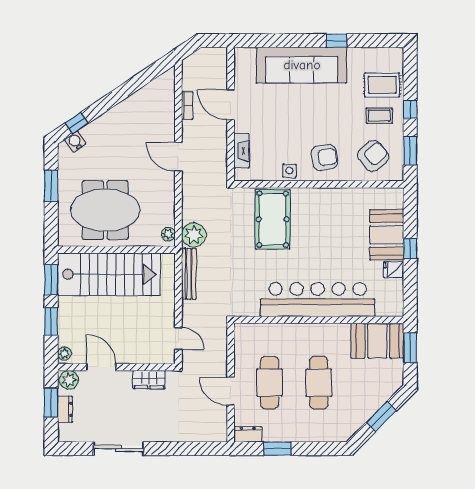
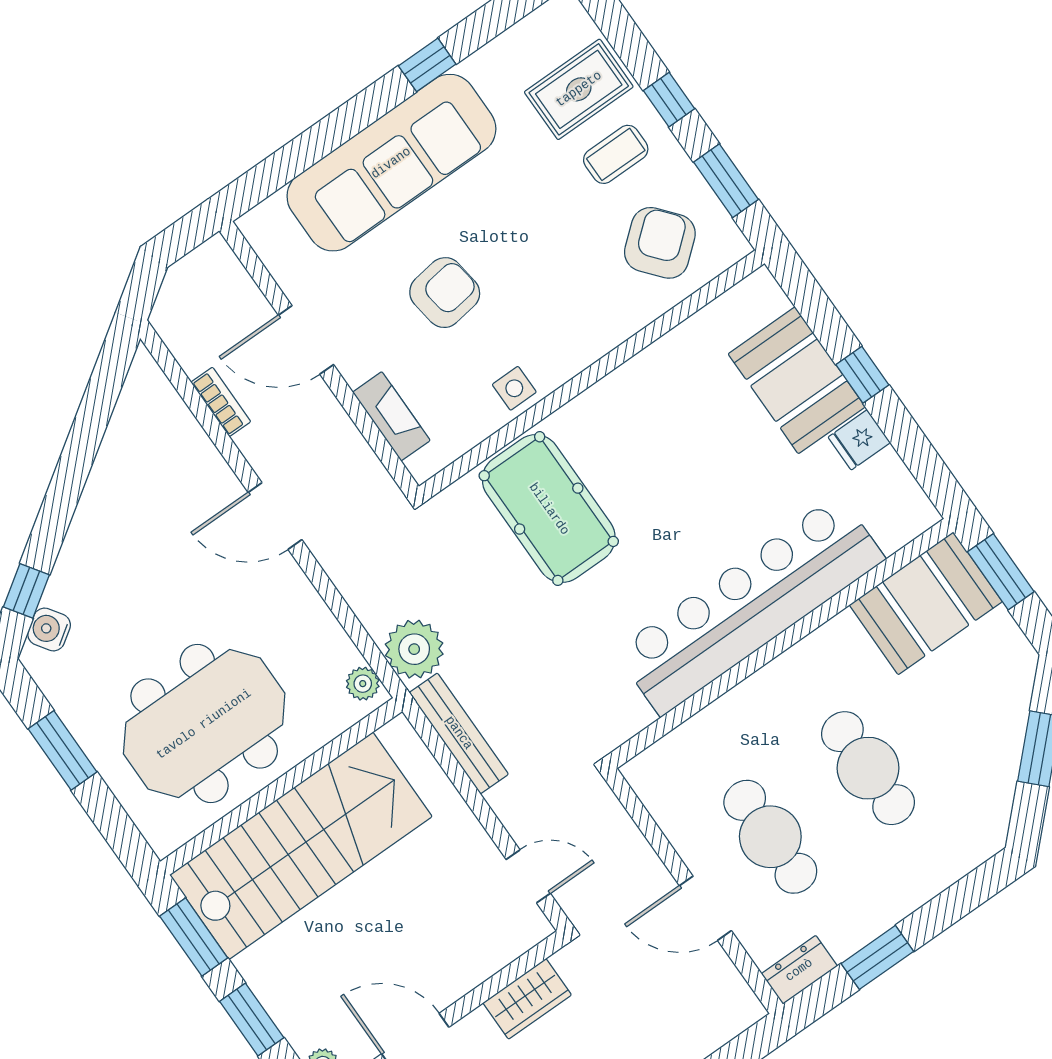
armchair: (324, 157) -> (445, 293), moved

